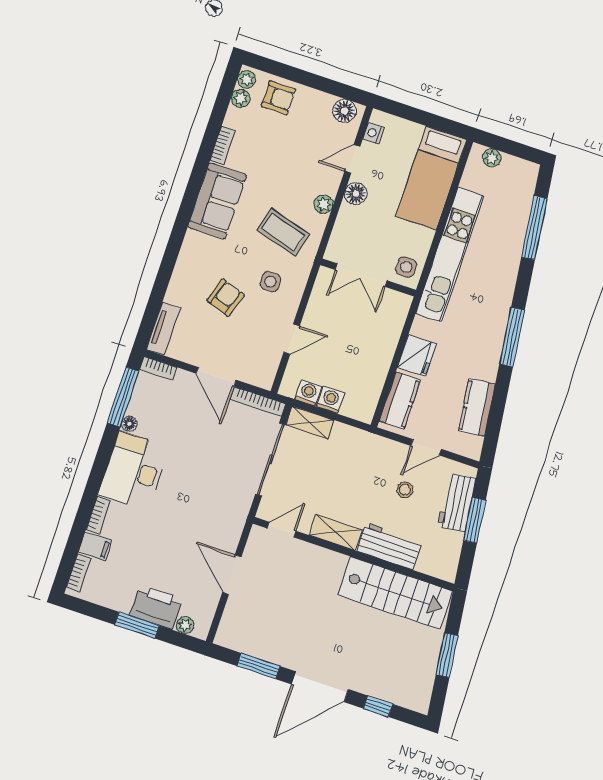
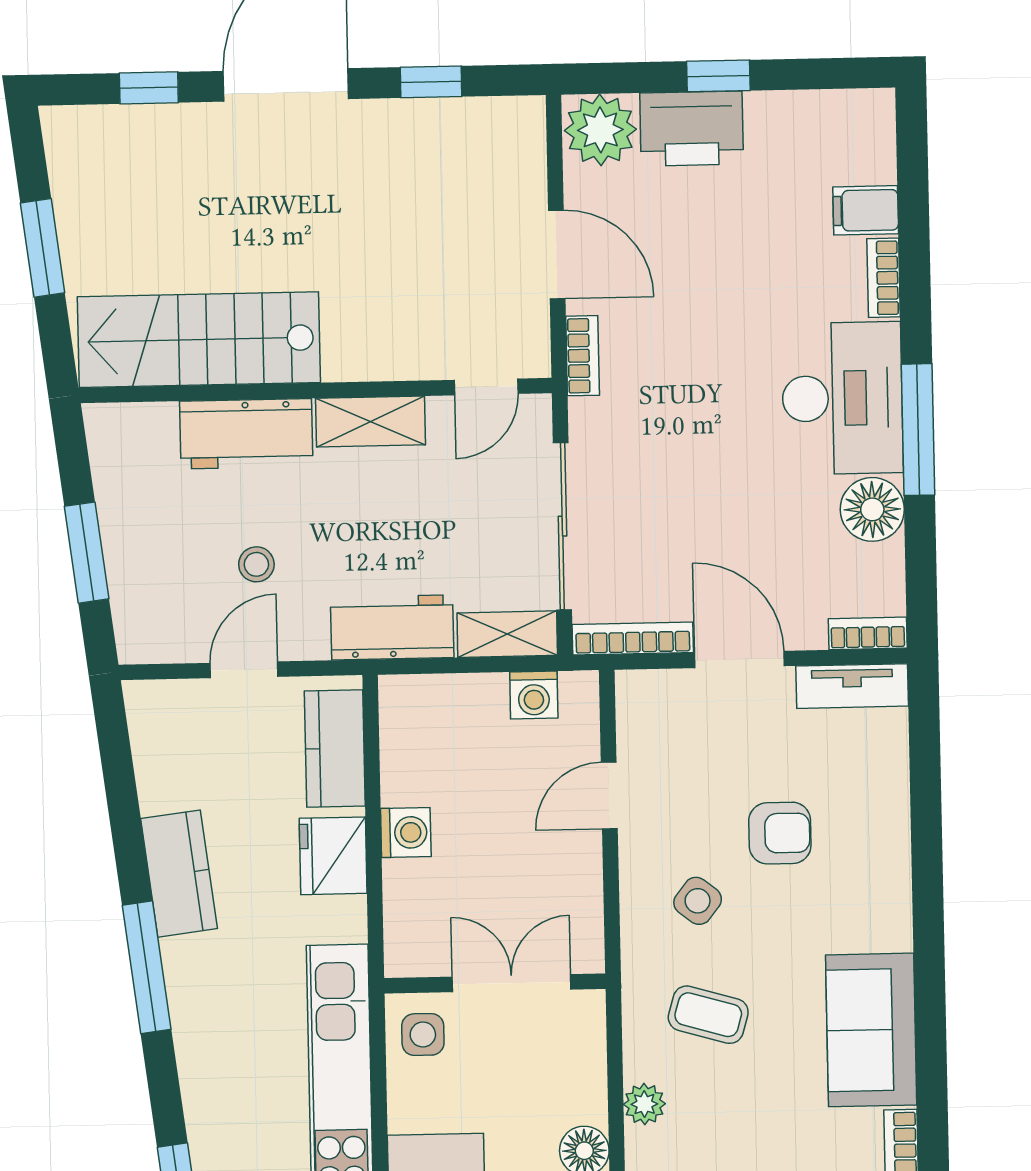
coffee table: (283, 232) -> (708, 1015), width x0.73, depth x0.77
side table: (270, 282) -> (698, 901), turned 38
armchair: (226, 298) -> (780, 833), turned -108
tv unit: (163, 329) -> (852, 686), moved, turned -90
window: (123, 397) -> (918, 430), moved
washing machine: (330, 400) -> (406, 833), moved, turned -90
kitchen counter: (477, 407) -> (179, 874), moved
floor lamp: (129, 424) -> (872, 509), width x1.89, depth x1.89
workbench: (457, 502) -> (392, 627), moved, turned -83
bookcase: (79, 573) -> (583, 356), moved, turned 180
window: (137, 625) -> (718, 76), width x0.67
plant: (185, 625) -> (600, 130), width x1.88, depth x1.88
window: (259, 666) -> (431, 82), width x0.67

